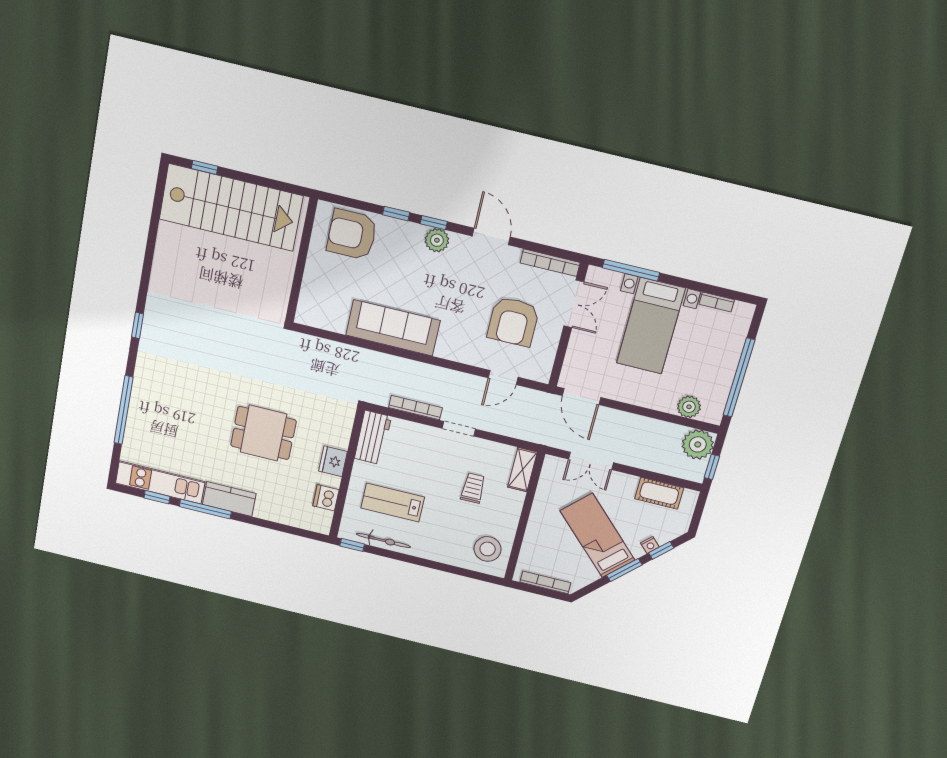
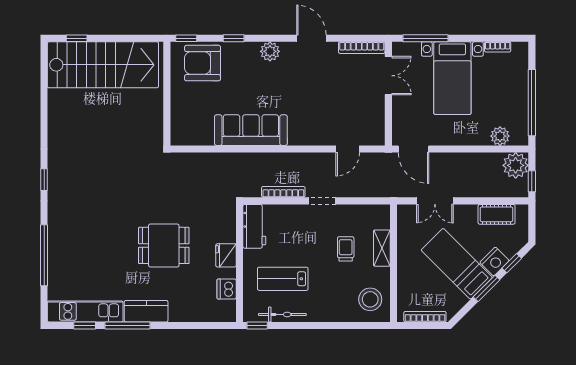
window: (434, 223) -> (186, 38), moved
armchair: (513, 322) -> (345, 101), removed
shelving: (522, 470) -> (382, 248), moved
nightstand: (650, 545) -> (494, 261), width x1.89, depth x1.79

